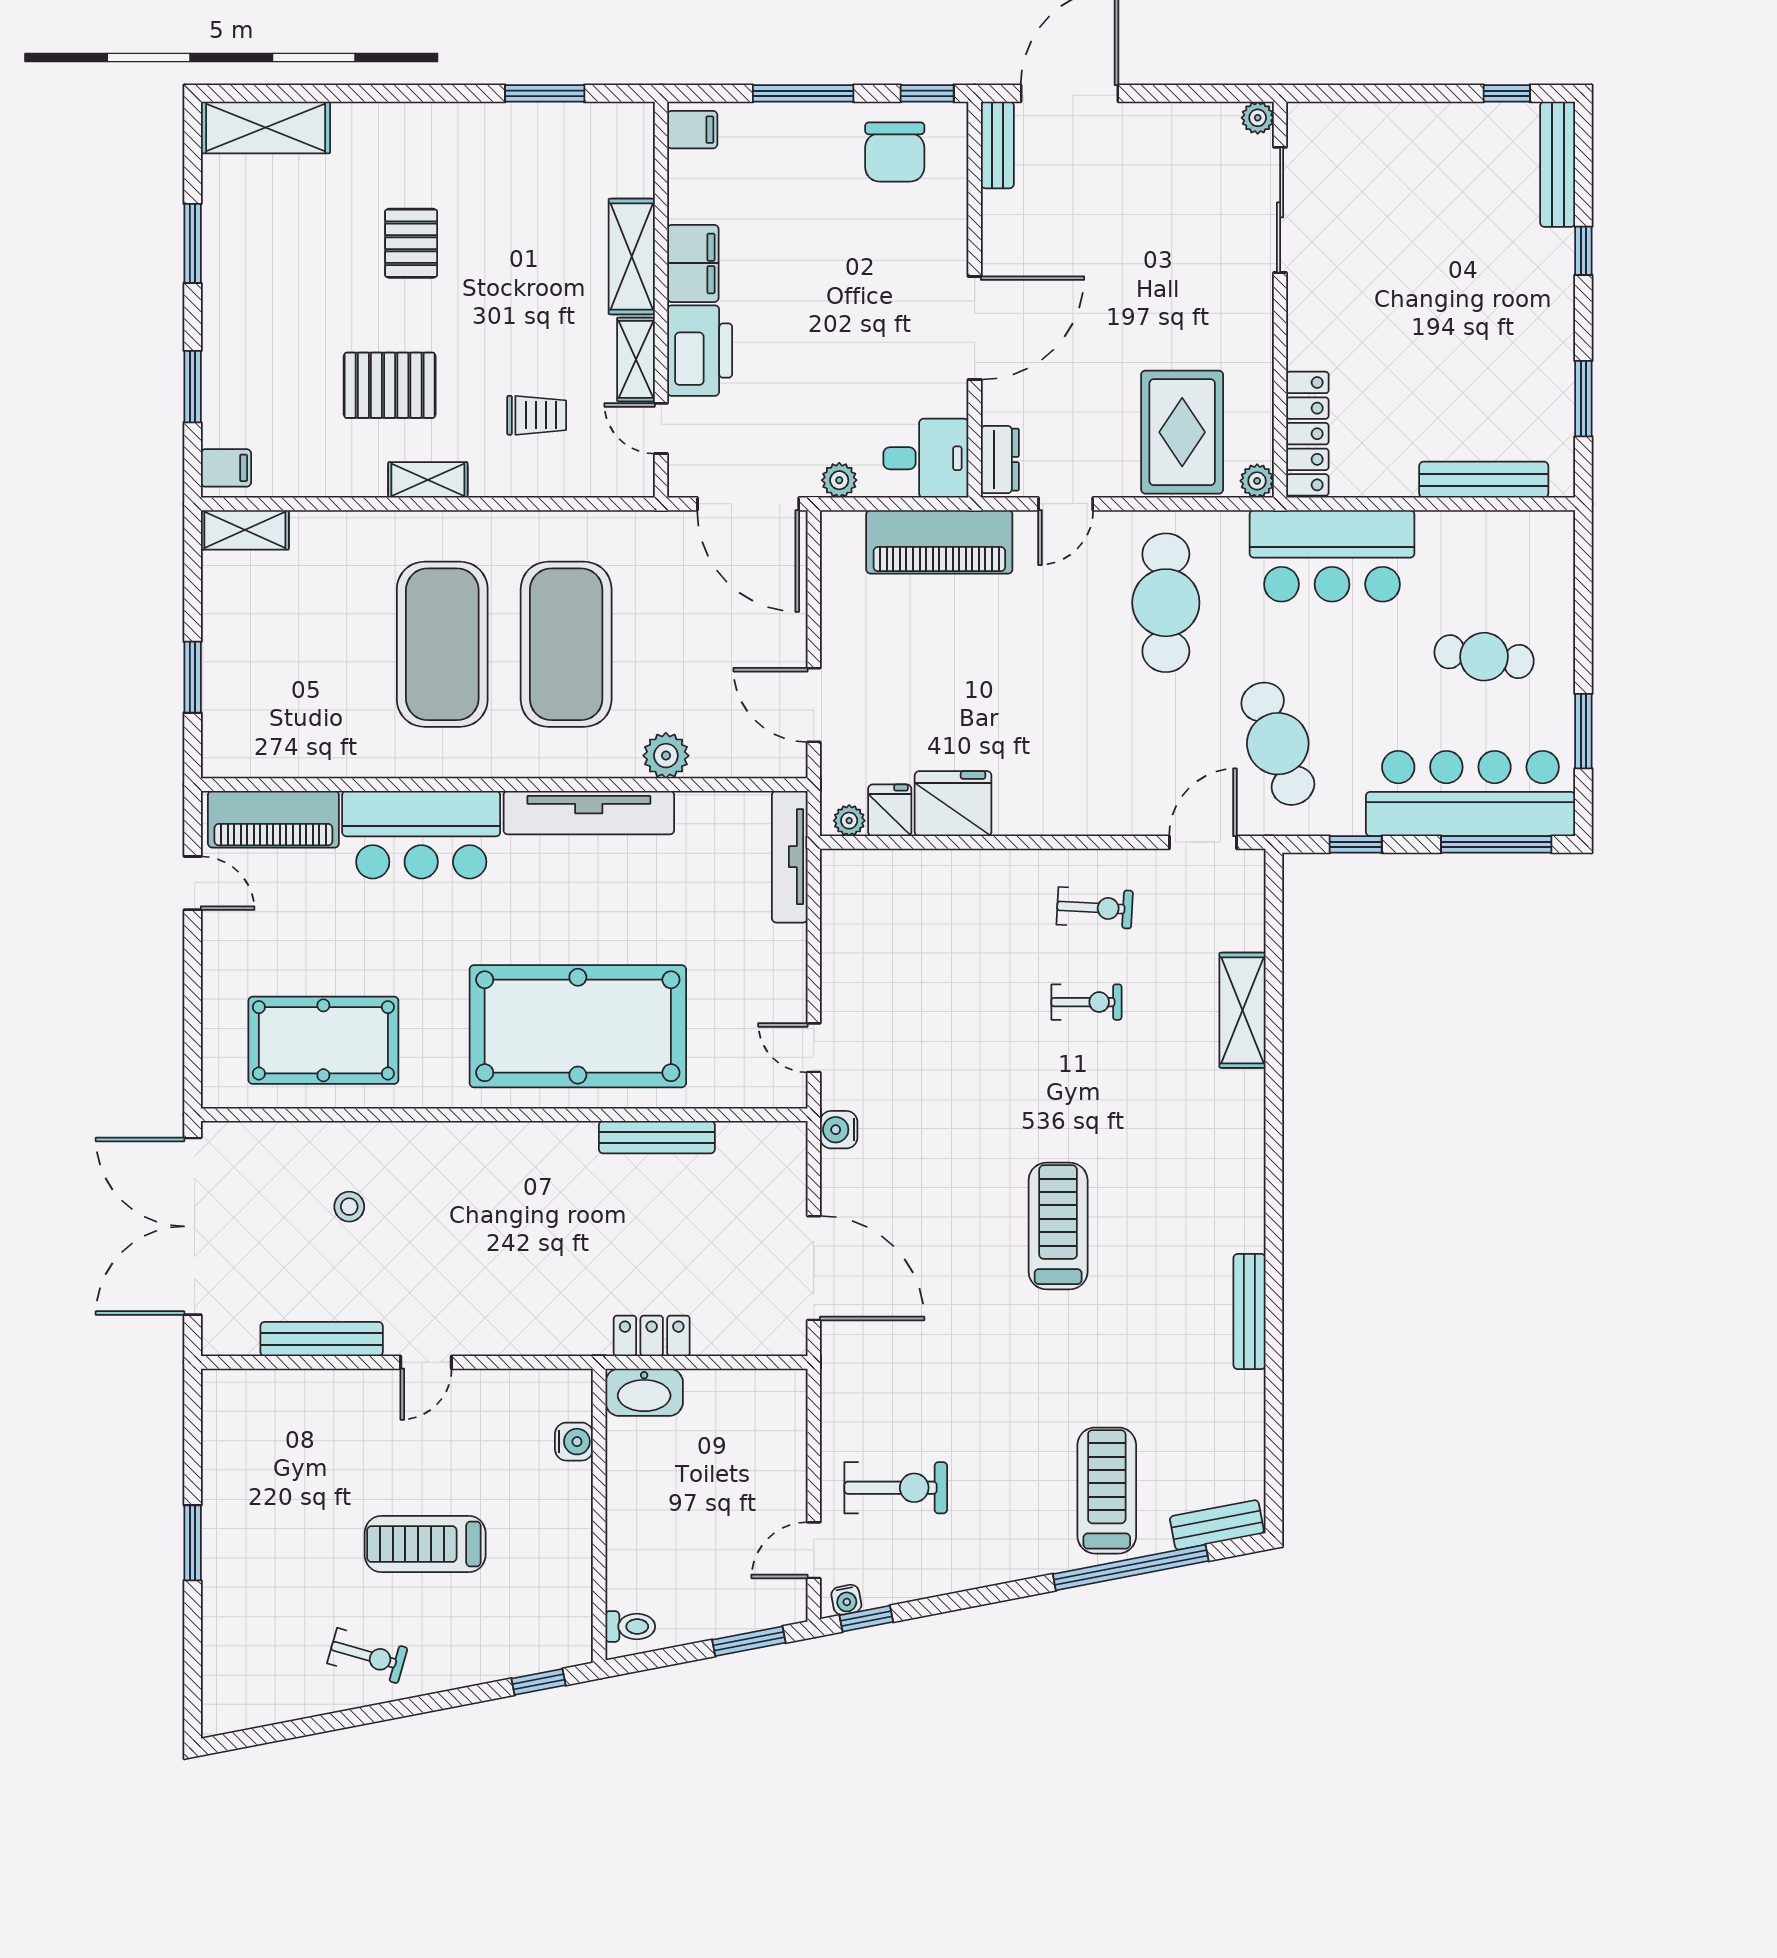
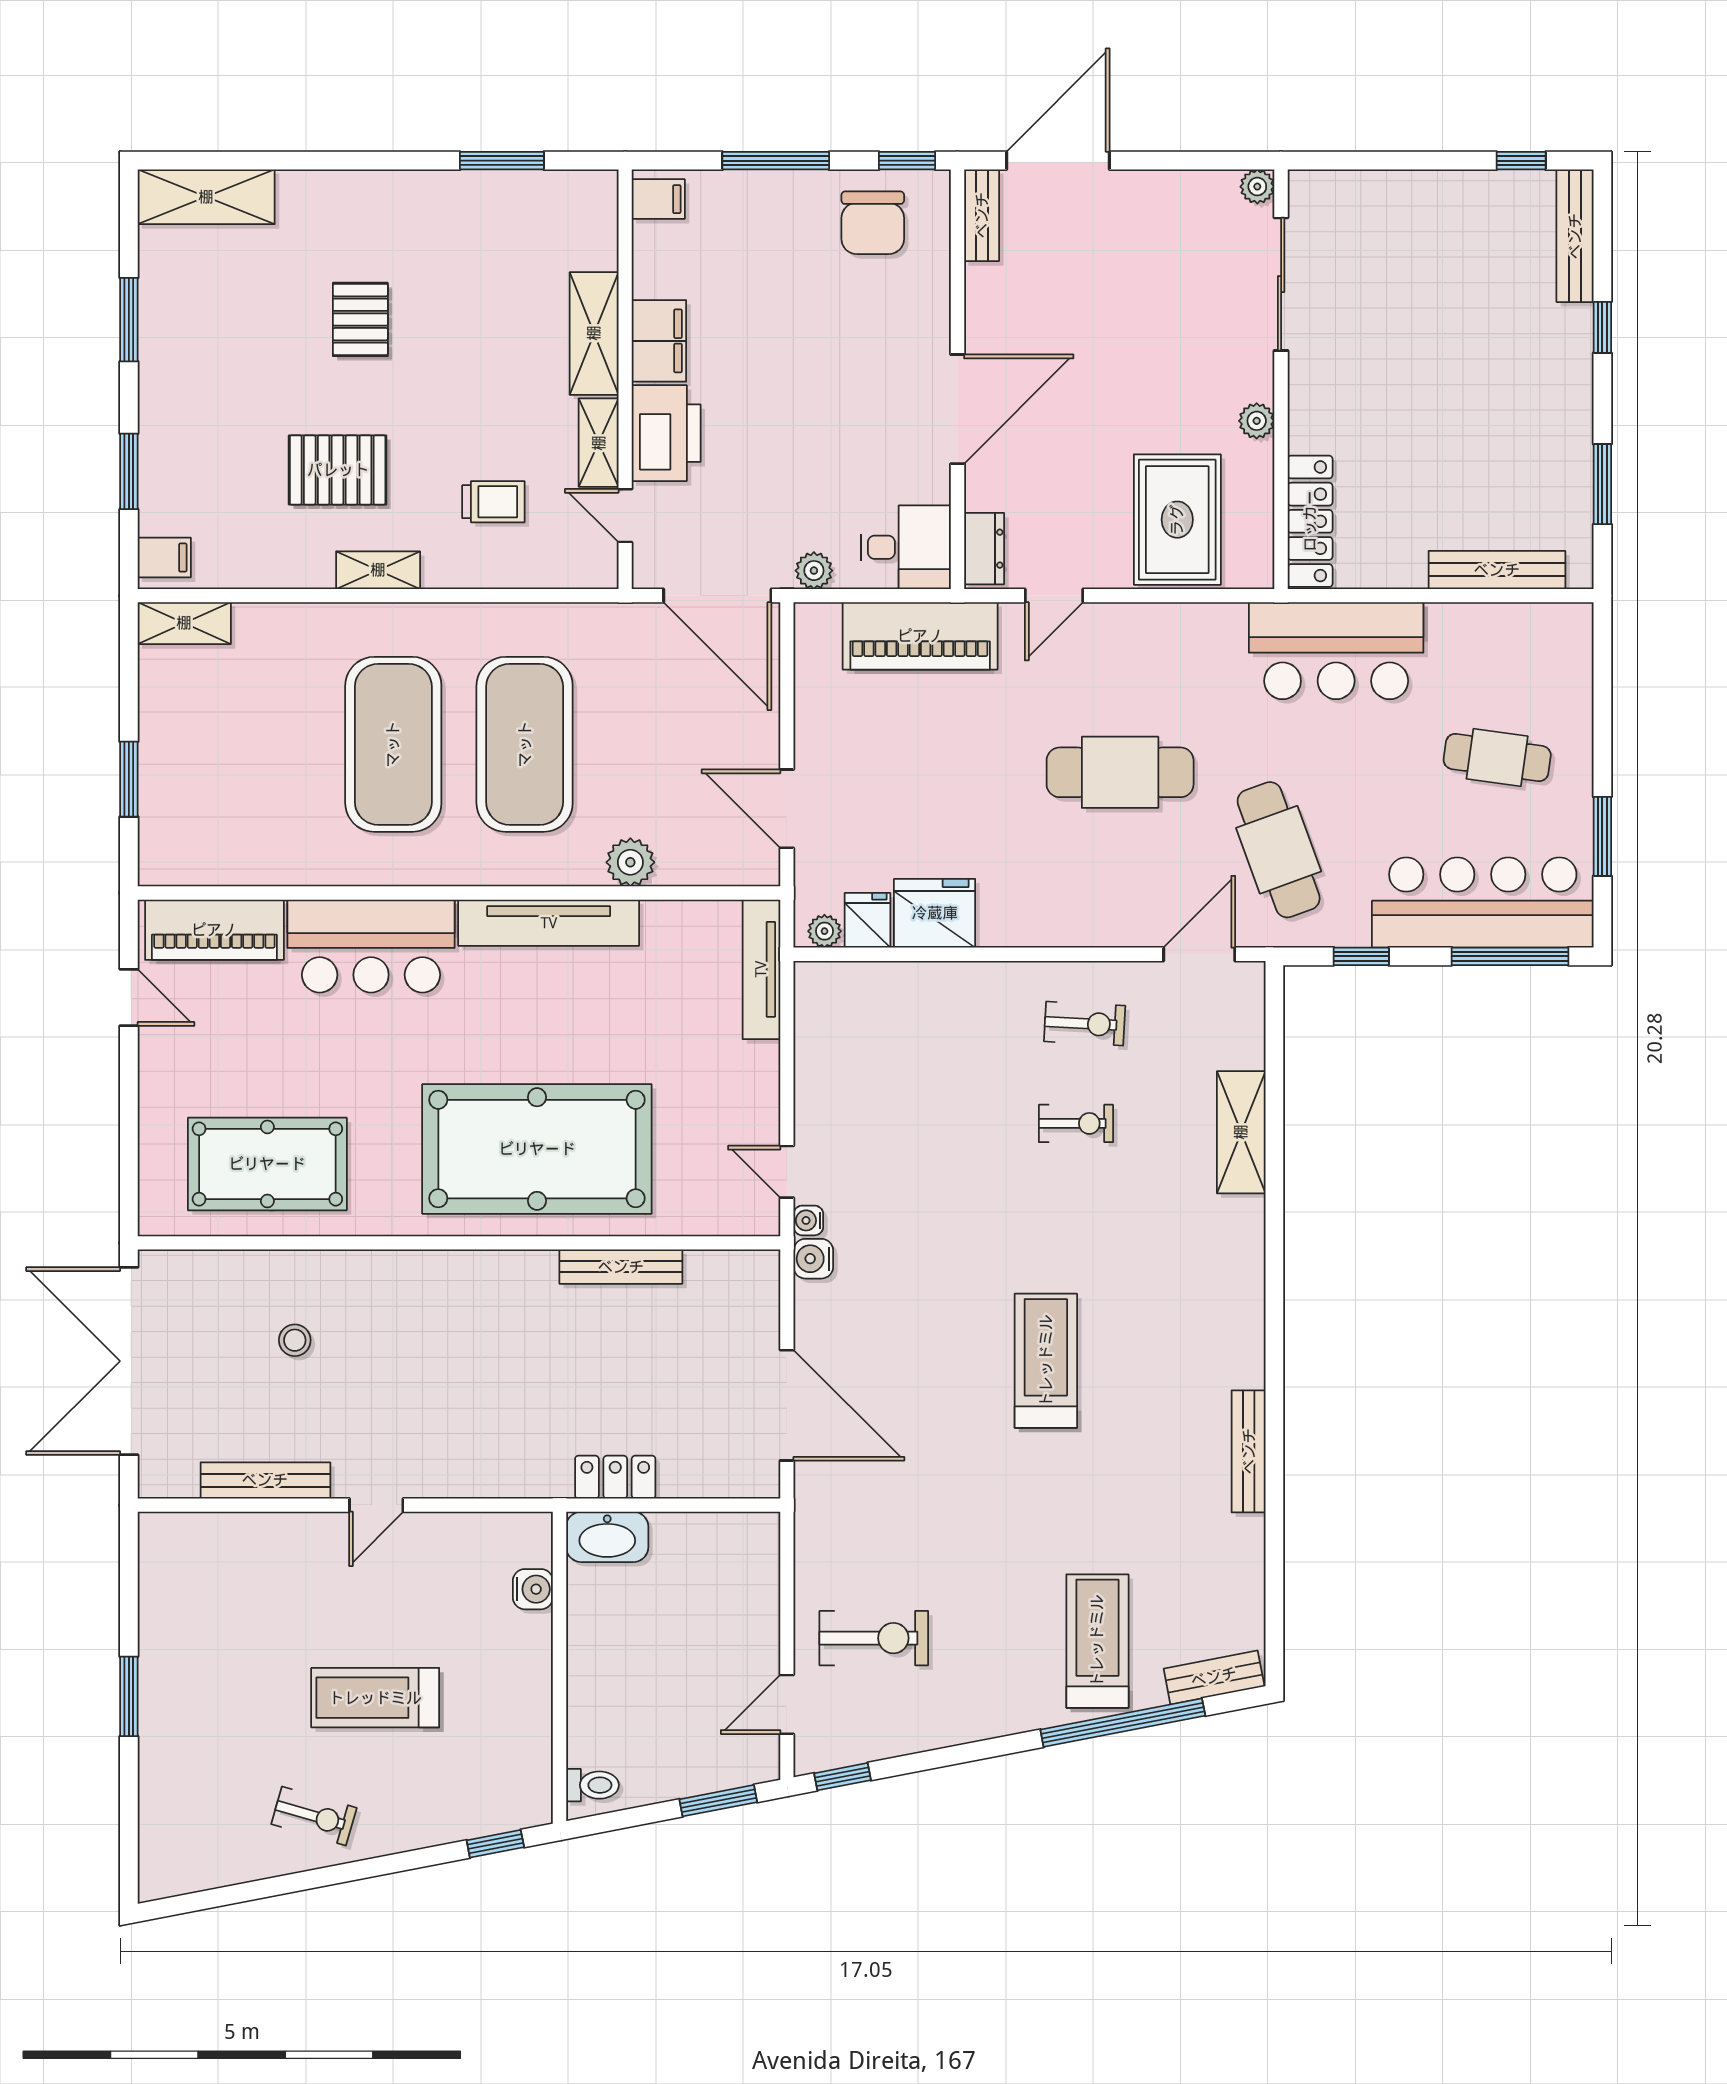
plant: (1257, 481) -> (1257, 421), moved
cafe table: (1166, 603) -> (1120, 772), moved, turned 90
water cooler: (846, 1600) -> (808, 1220), moved, turned 101

